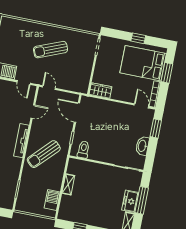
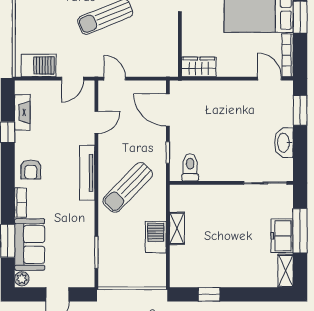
door: (24, 83) -> (72, 79), hinge flipped
barbecue: (52, 200) -> (156, 237), moved

